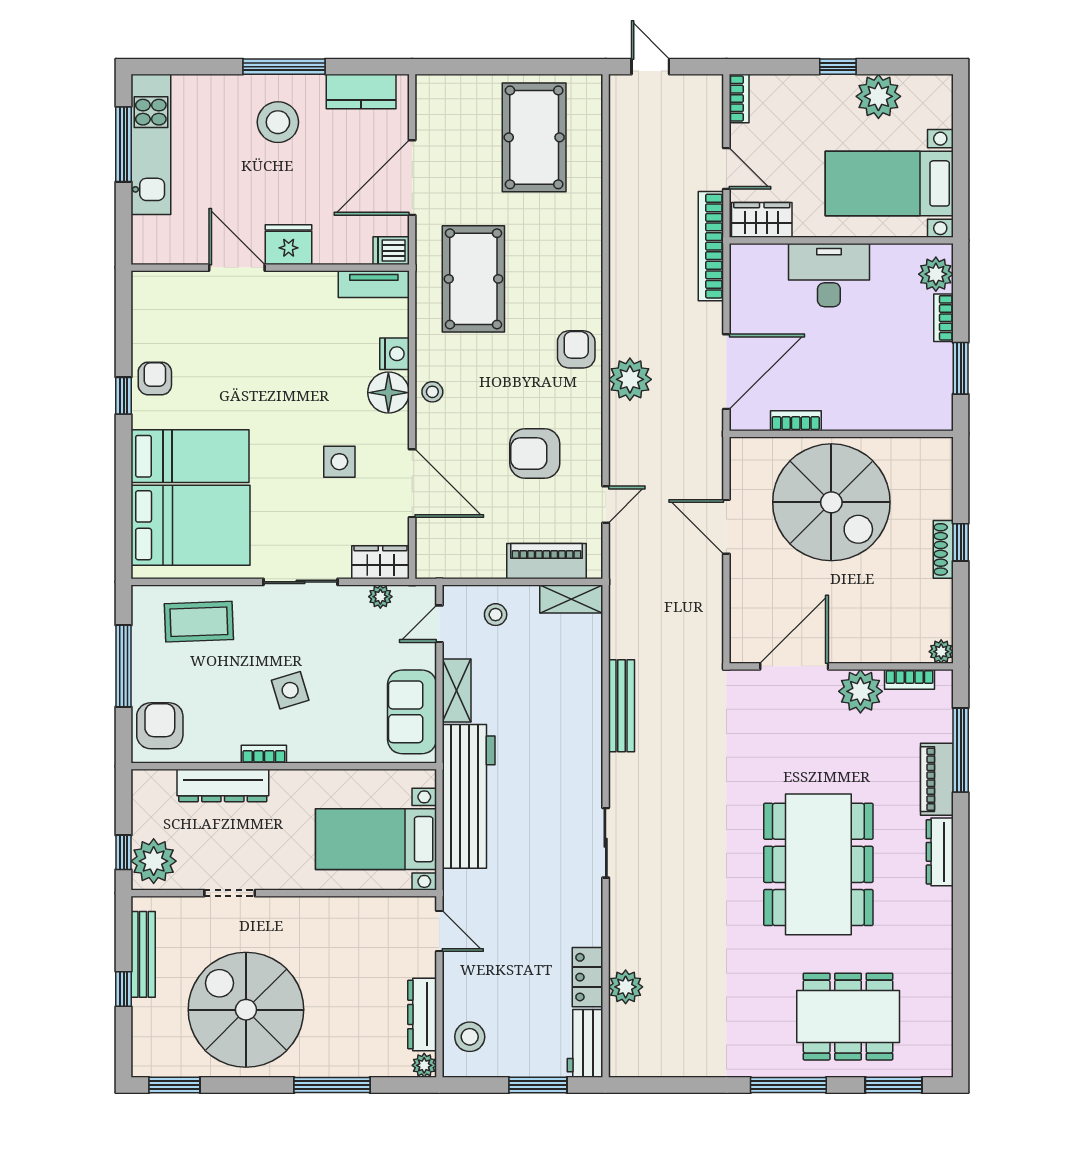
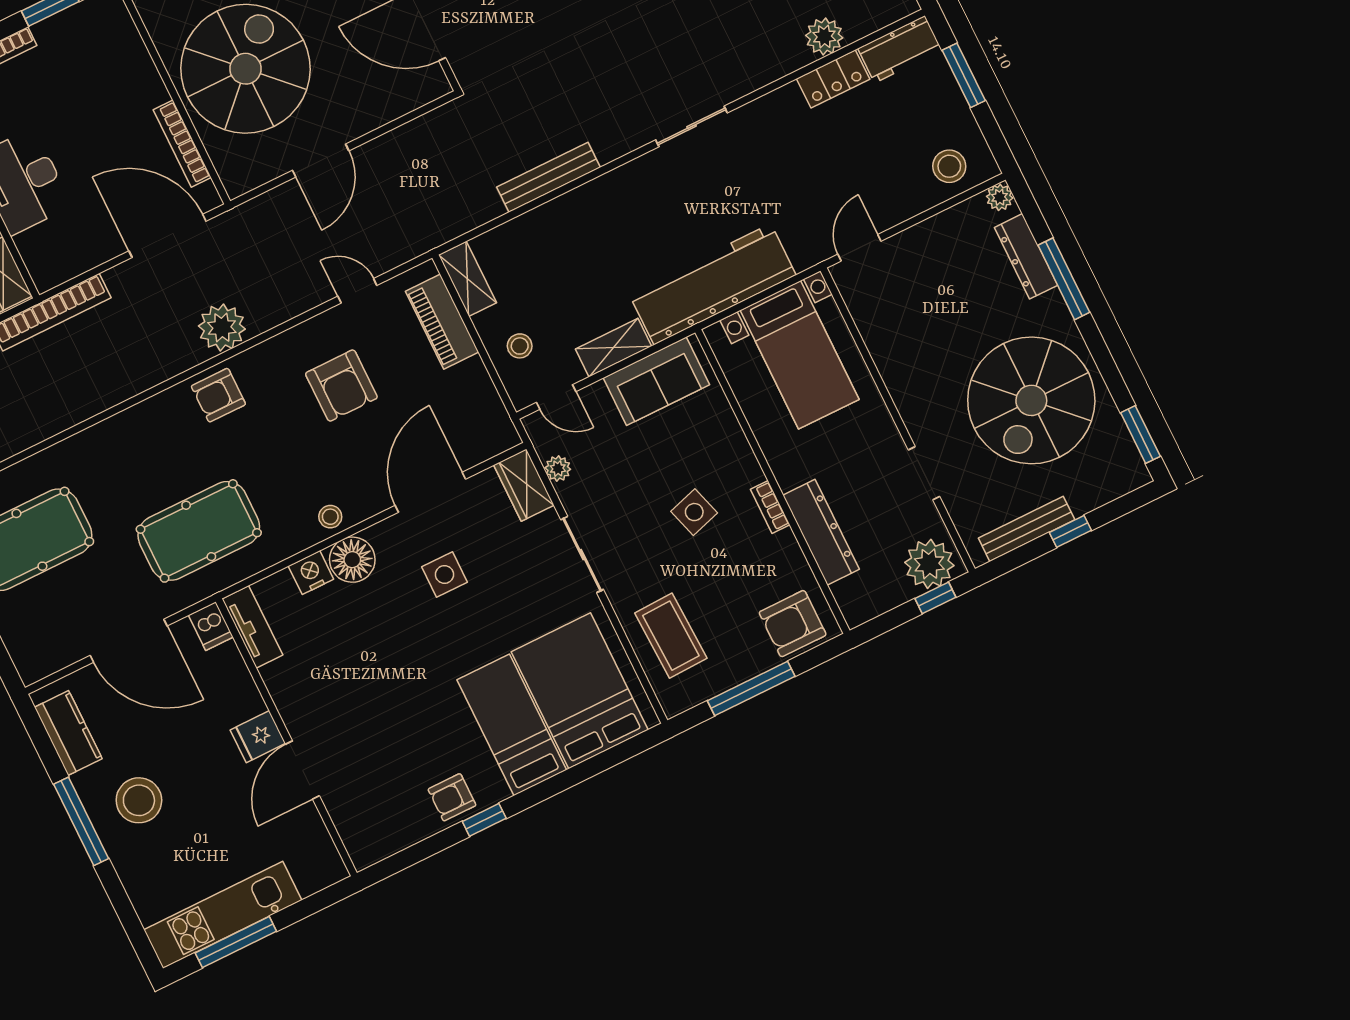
fridge: (289, 245) -> (258, 737), width x0.72
bookcase: (796, 421) -> (182, 144), width x1.56
dresser: (422, 1014) -> (1026, 256), moved, turned 90

